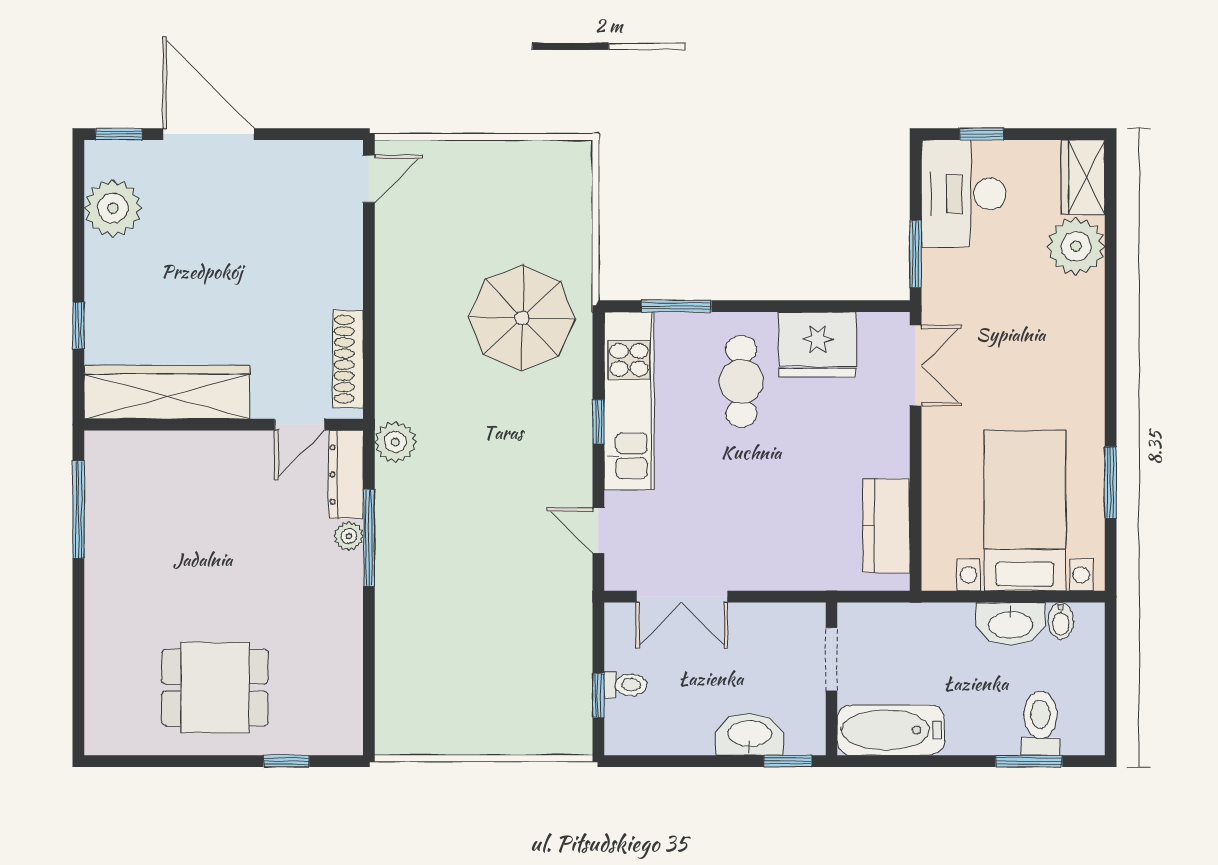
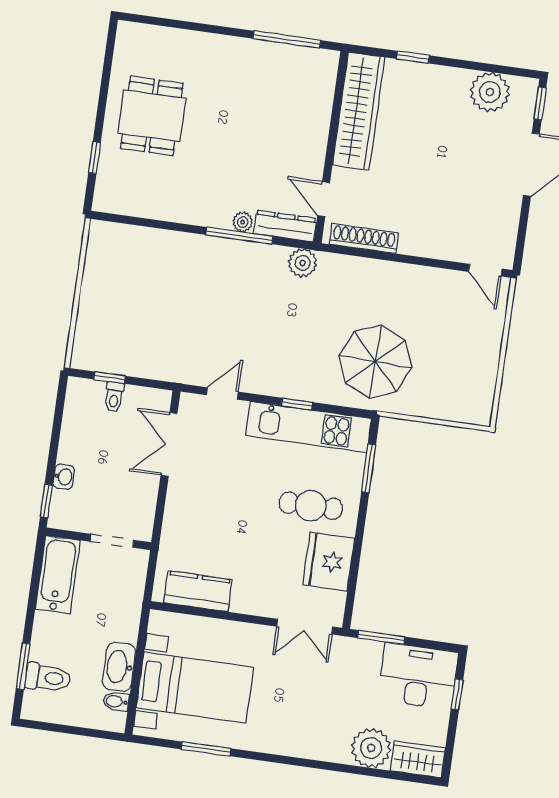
washbasin: (749, 735) -> (64, 477), width x0.52, depth x0.69

